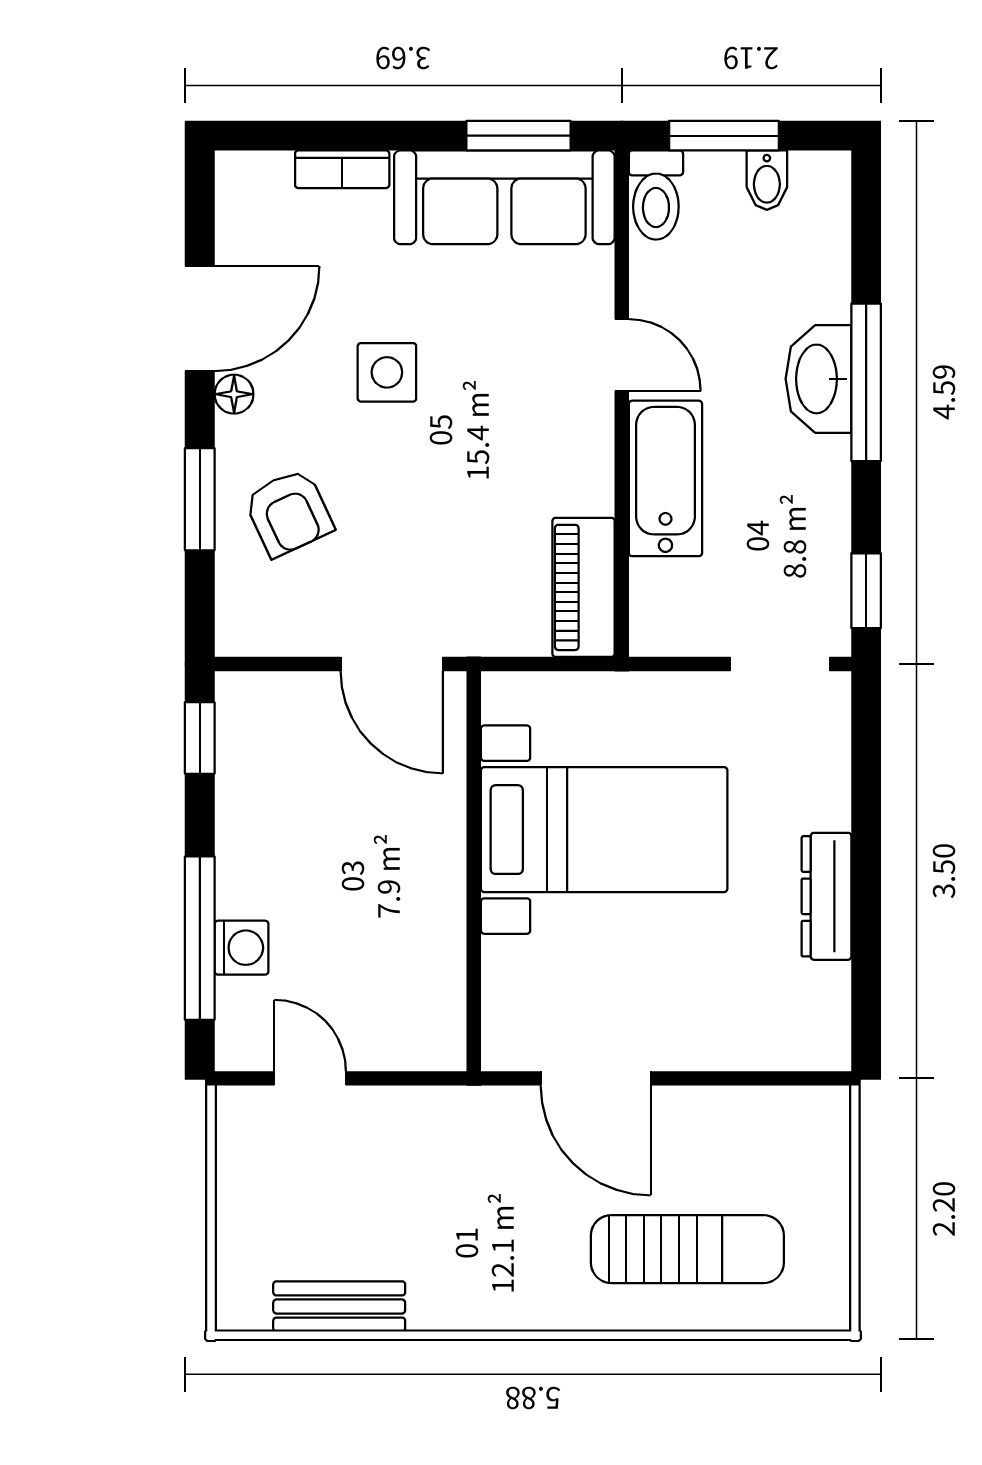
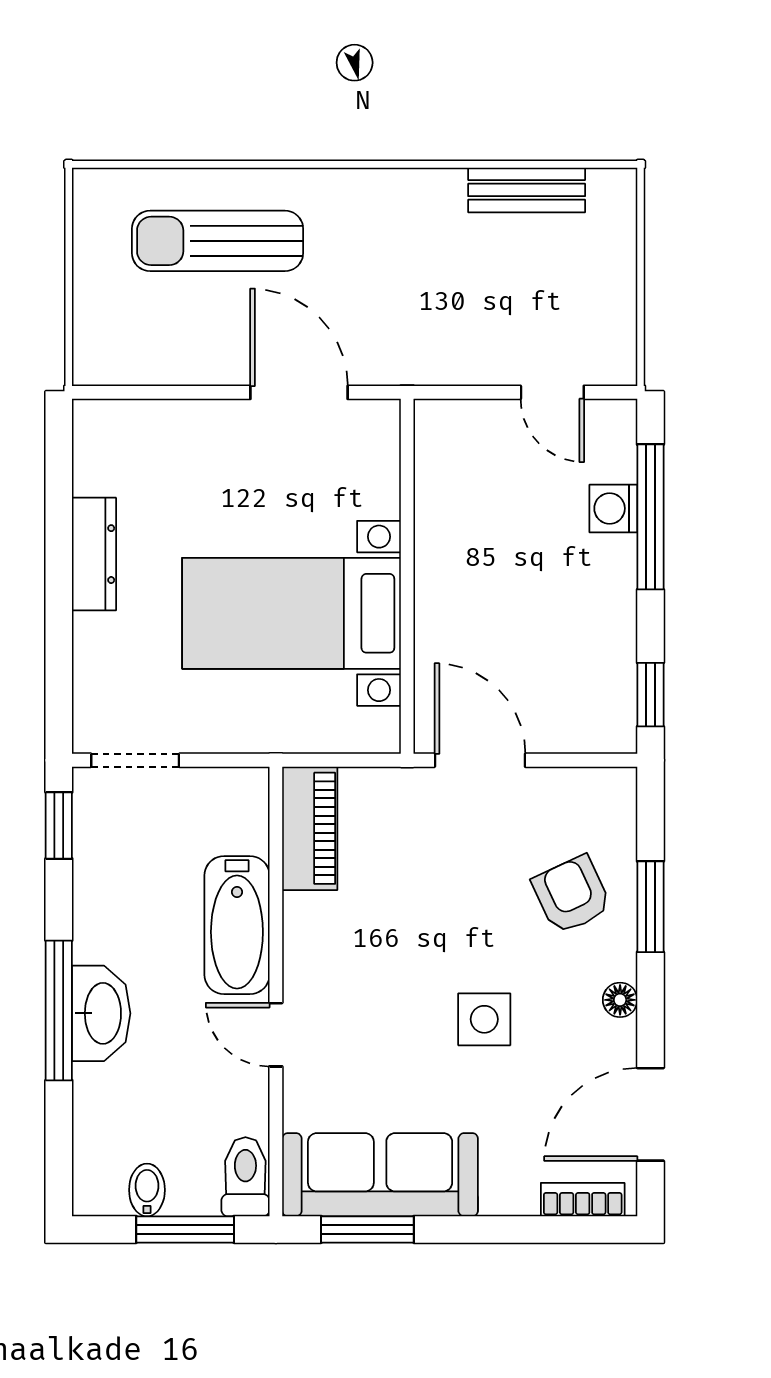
bookcase: (342, 169) -> (583, 1200), moved
door: (200, 319) -> (650, 1114), moved

